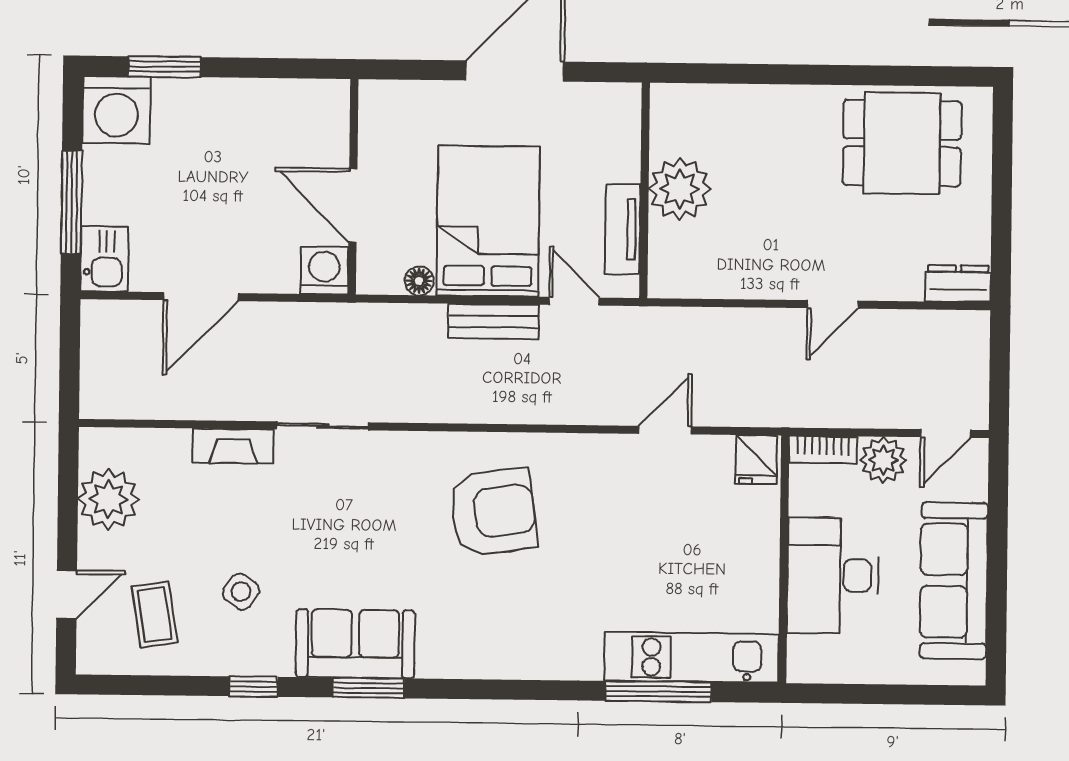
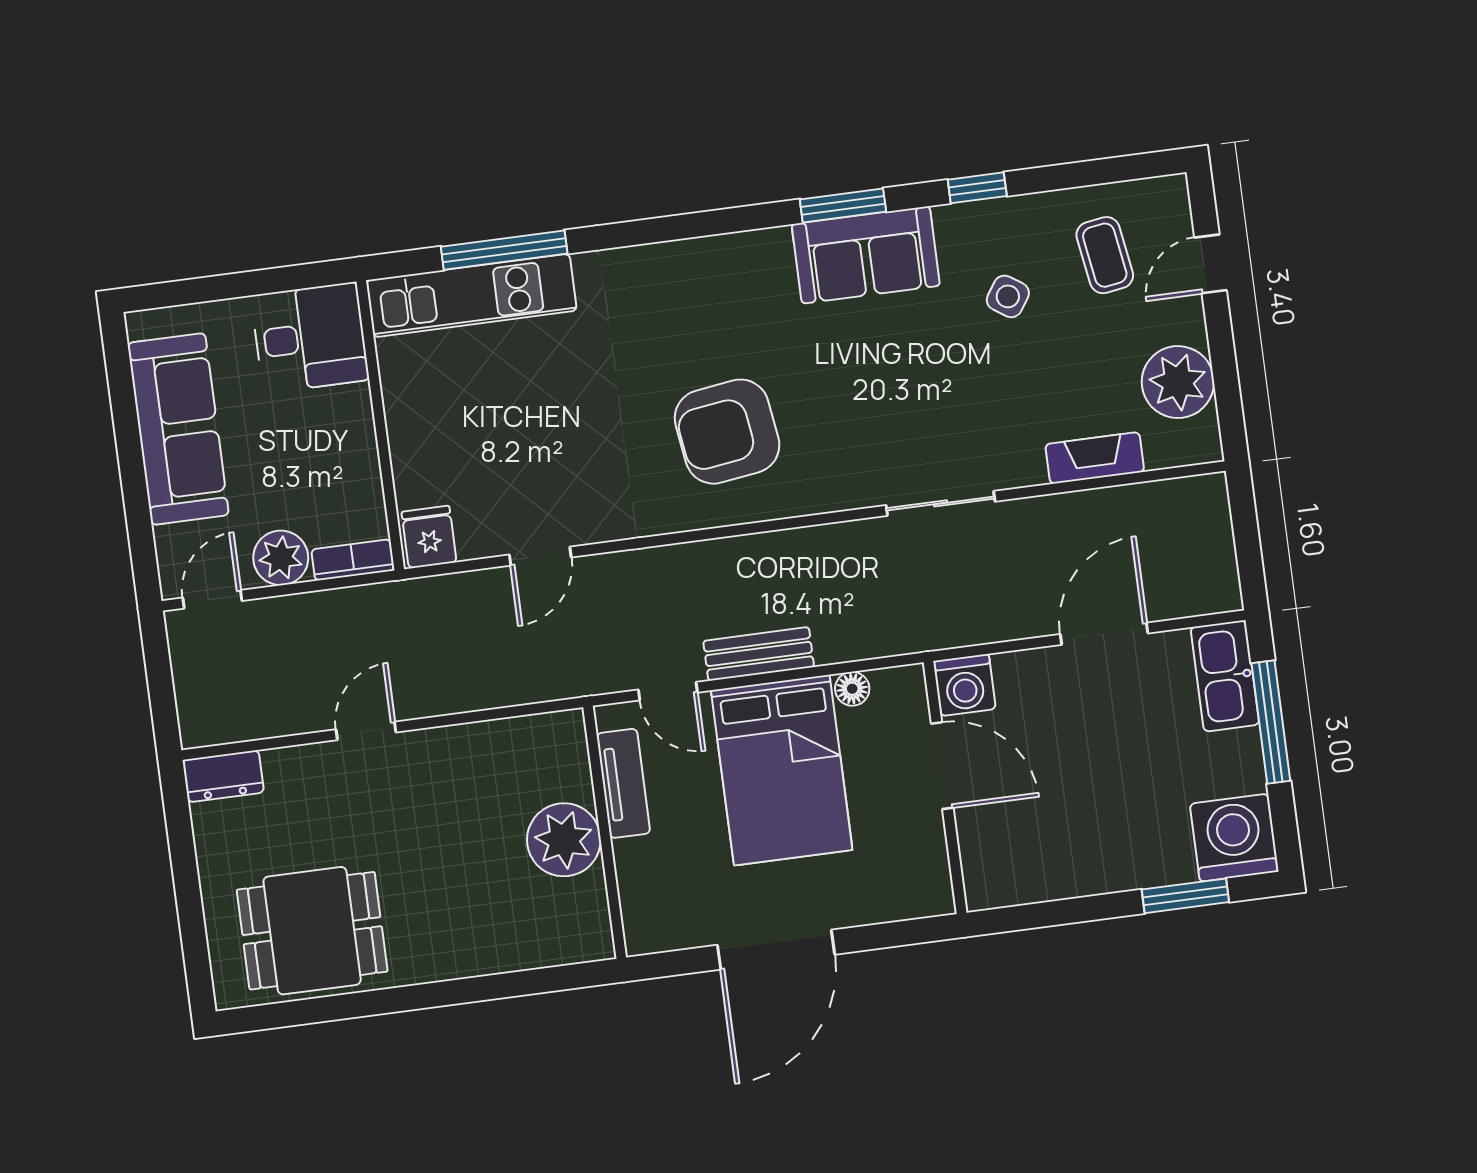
kitchen sink: (104, 259) -> (1225, 676), width x1.38
fireplace: (233, 446) -> (1095, 458), moved
desk: (833, 575) -> (310, 338), moved, width x0.73

